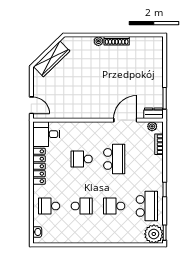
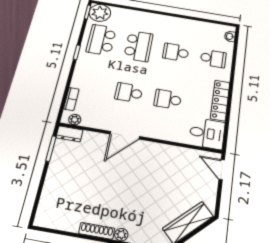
door: (125, 120) -> (125, 135), moved
school desk: (82, 159) -> (168, 99), turned 180
school desk: (114, 159) -> (129, 93), width x0.54
school desk: (114, 206) -> (138, 46), width x1.85

